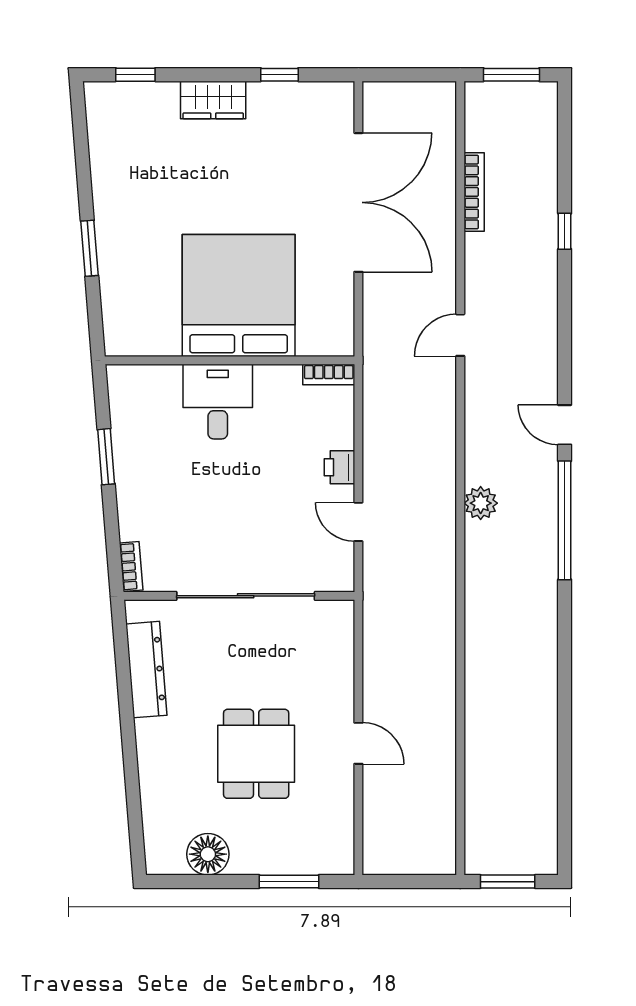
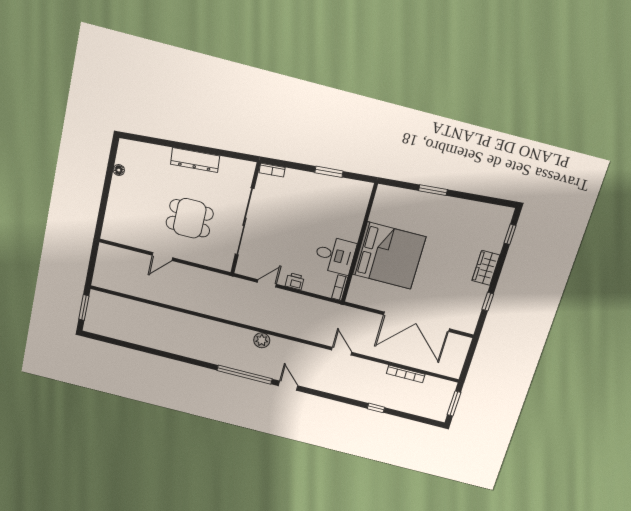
desk: (218, 402) -> (335, 255), moved
door: (565, 425) -> (288, 386), hinge flipped
dresser: (146, 670) -> (195, 160), moved
dining table: (256, 754) -> (190, 218), moved
floor lamp: (208, 854) -> (119, 170), width x0.53, depth x0.53
window: (289, 882) -> (103, 207), removed

